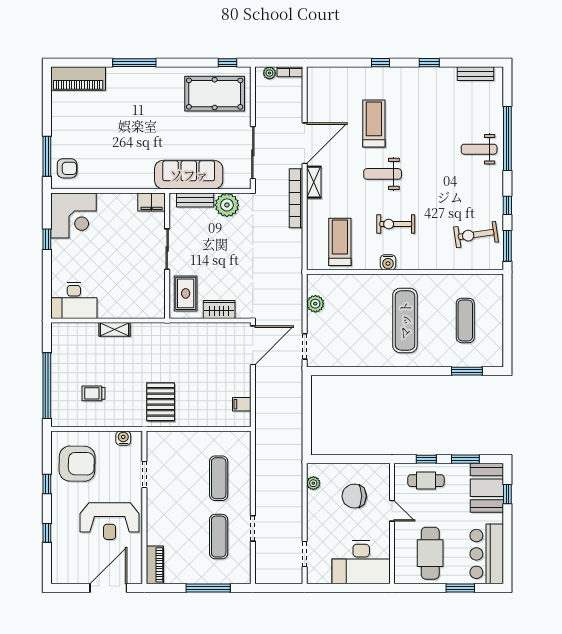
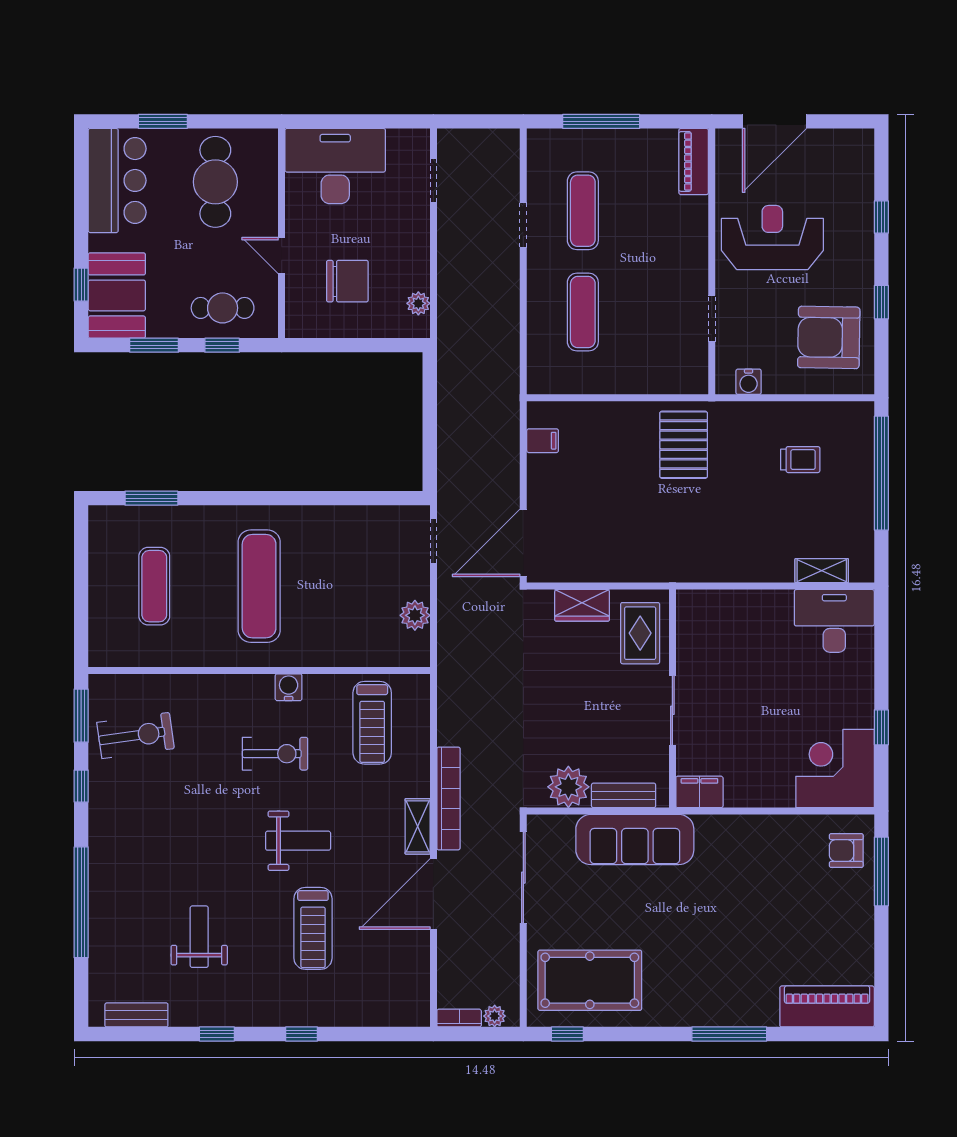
weight bench: (479, 149) -> (199, 937), moved, turned -90
shelving: (115, 329) -> (822, 571), moved

